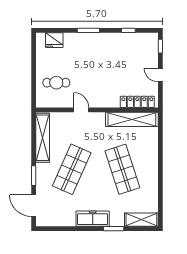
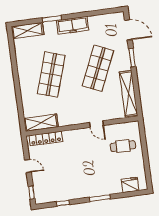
shelving: (132, 119) -> (41, 123), width x0.68
shop shelf: (122, 169) -> (51, 75), turned 36

